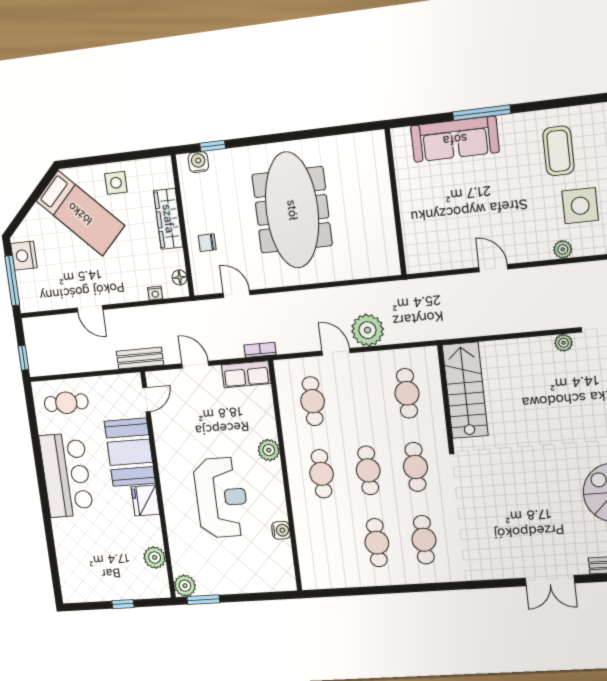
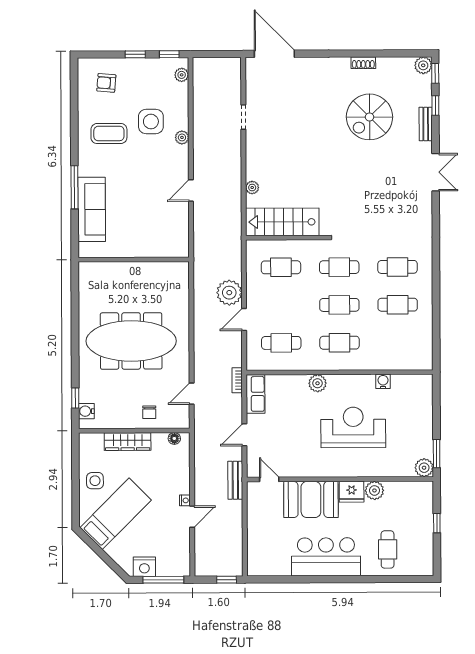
nightstand: (155, 293) -> (185, 500), moved
plant: (564, 343) -> (252, 188), moved
cafe table: (66, 403) -> (388, 549), moved
plant: (155, 557) -> (374, 490), moved

